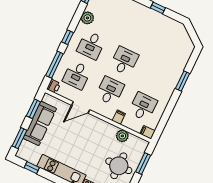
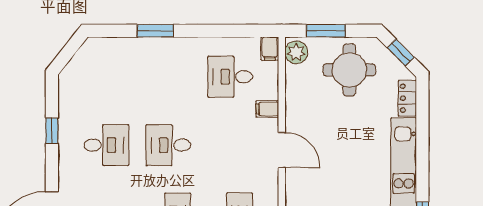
desk: (110, 91) -> (106, 145), moved, turned 180
door: (81, 107) -> (282, 150), moved
plant: (122, 136) -> (296, 52), moved

